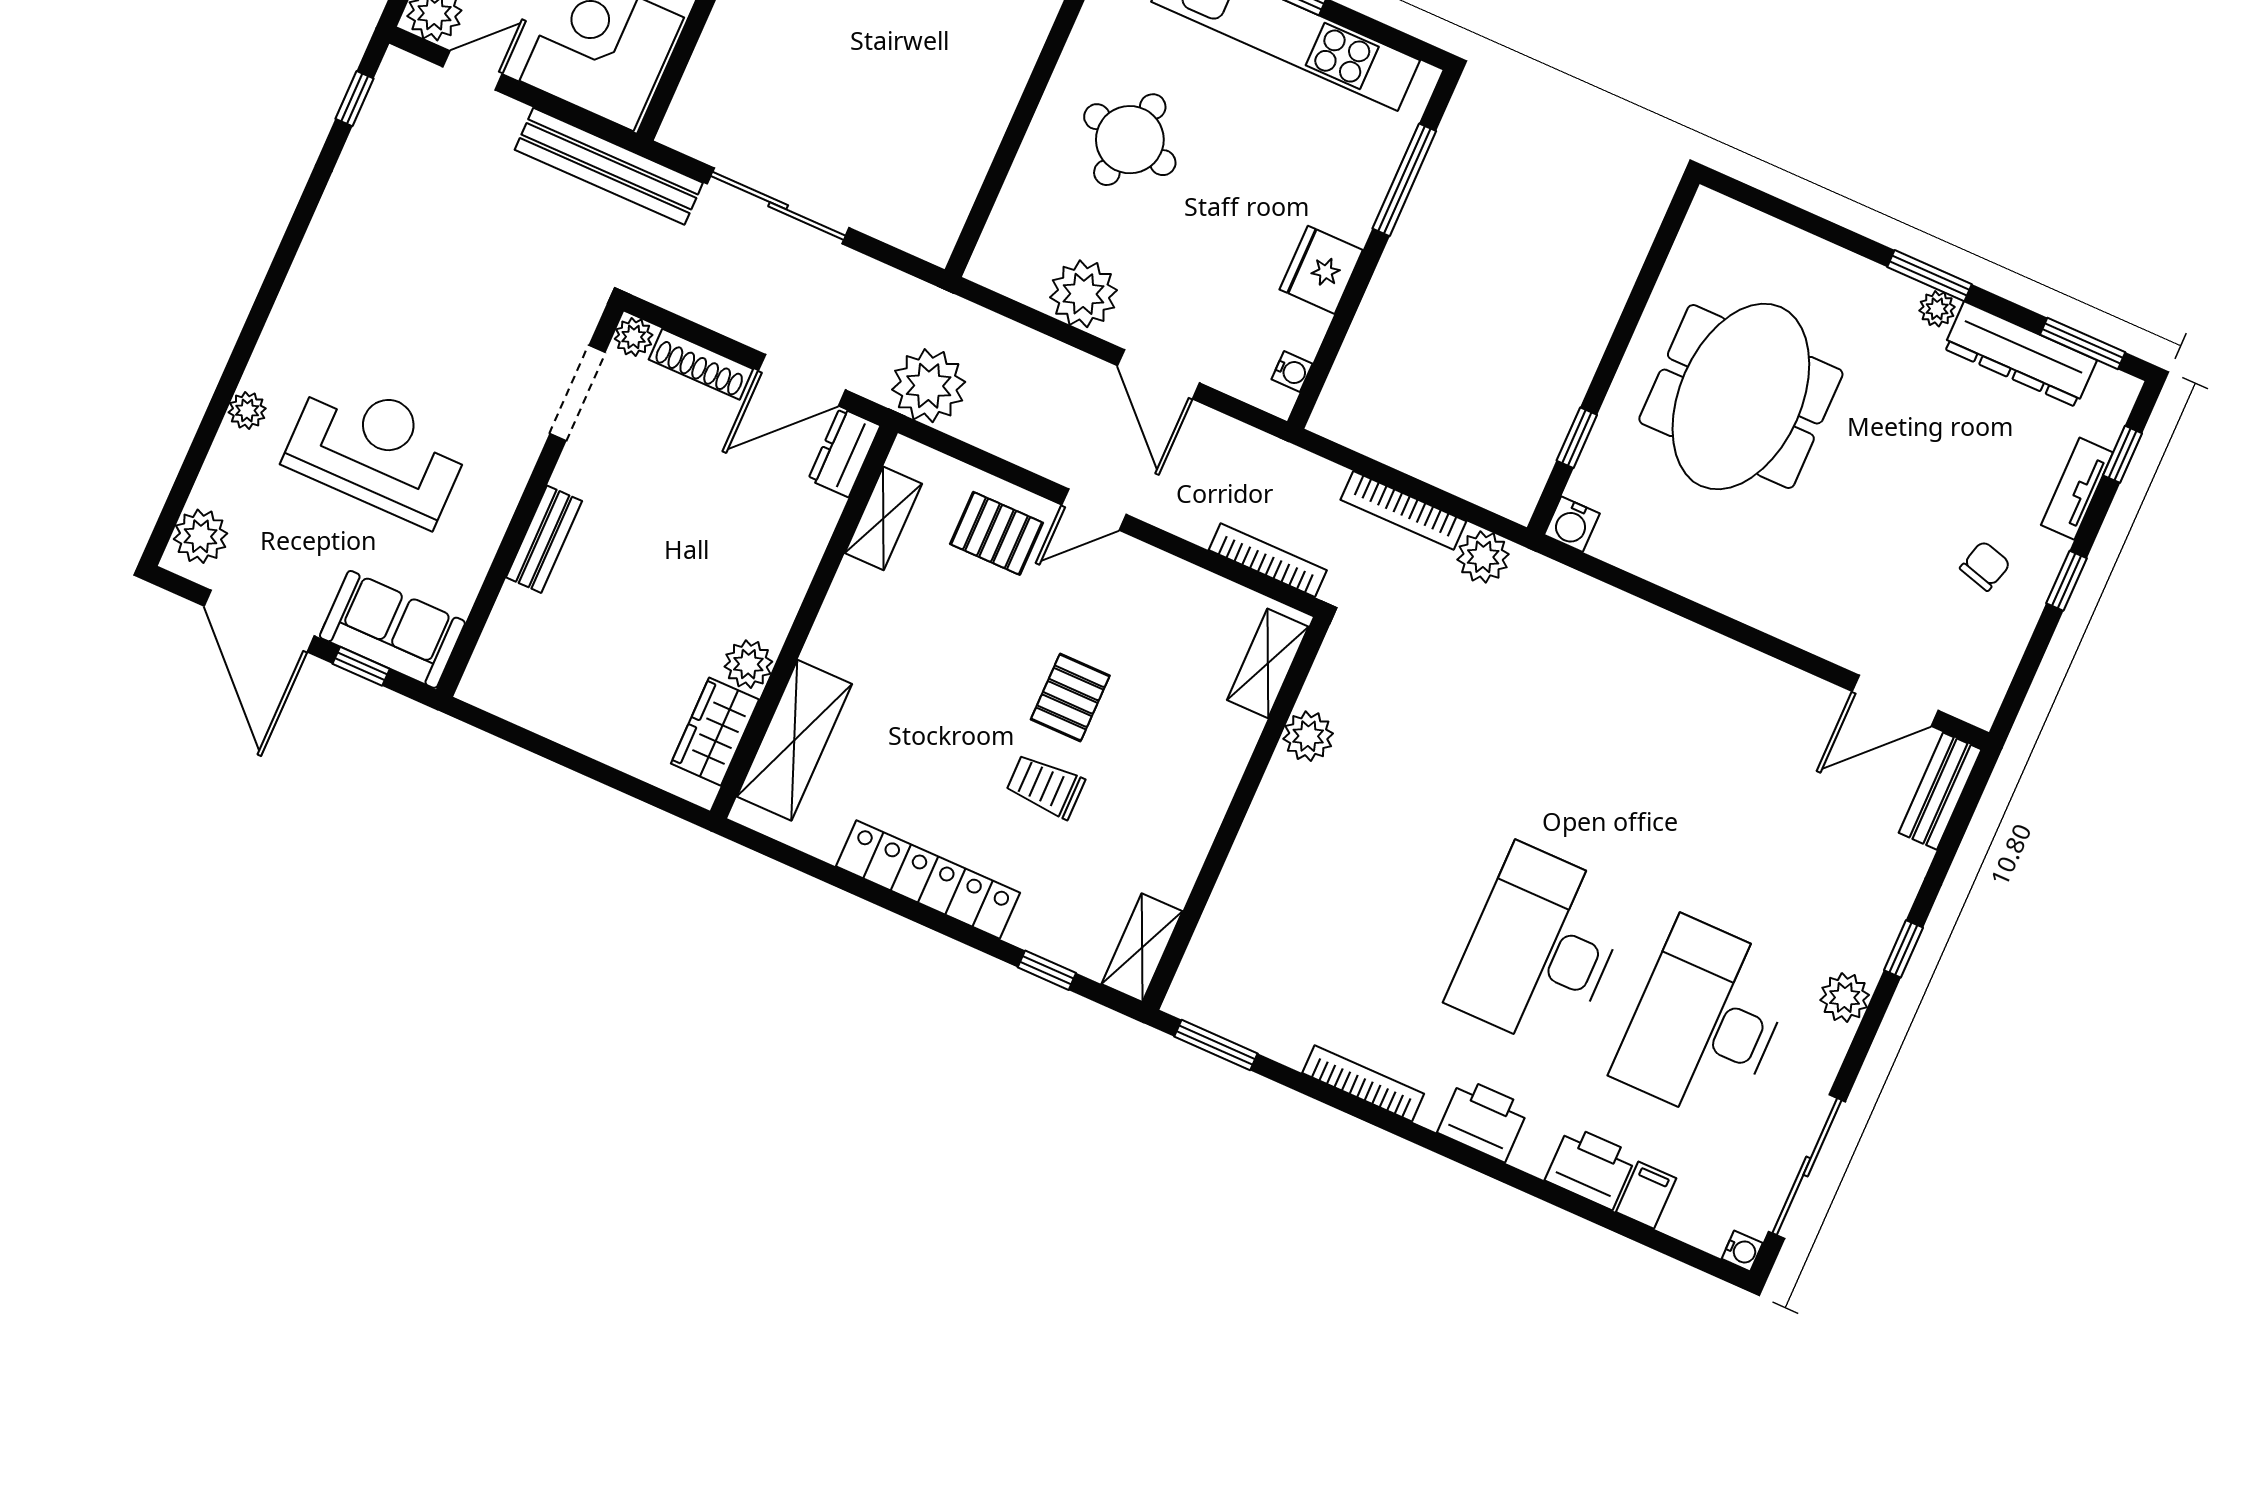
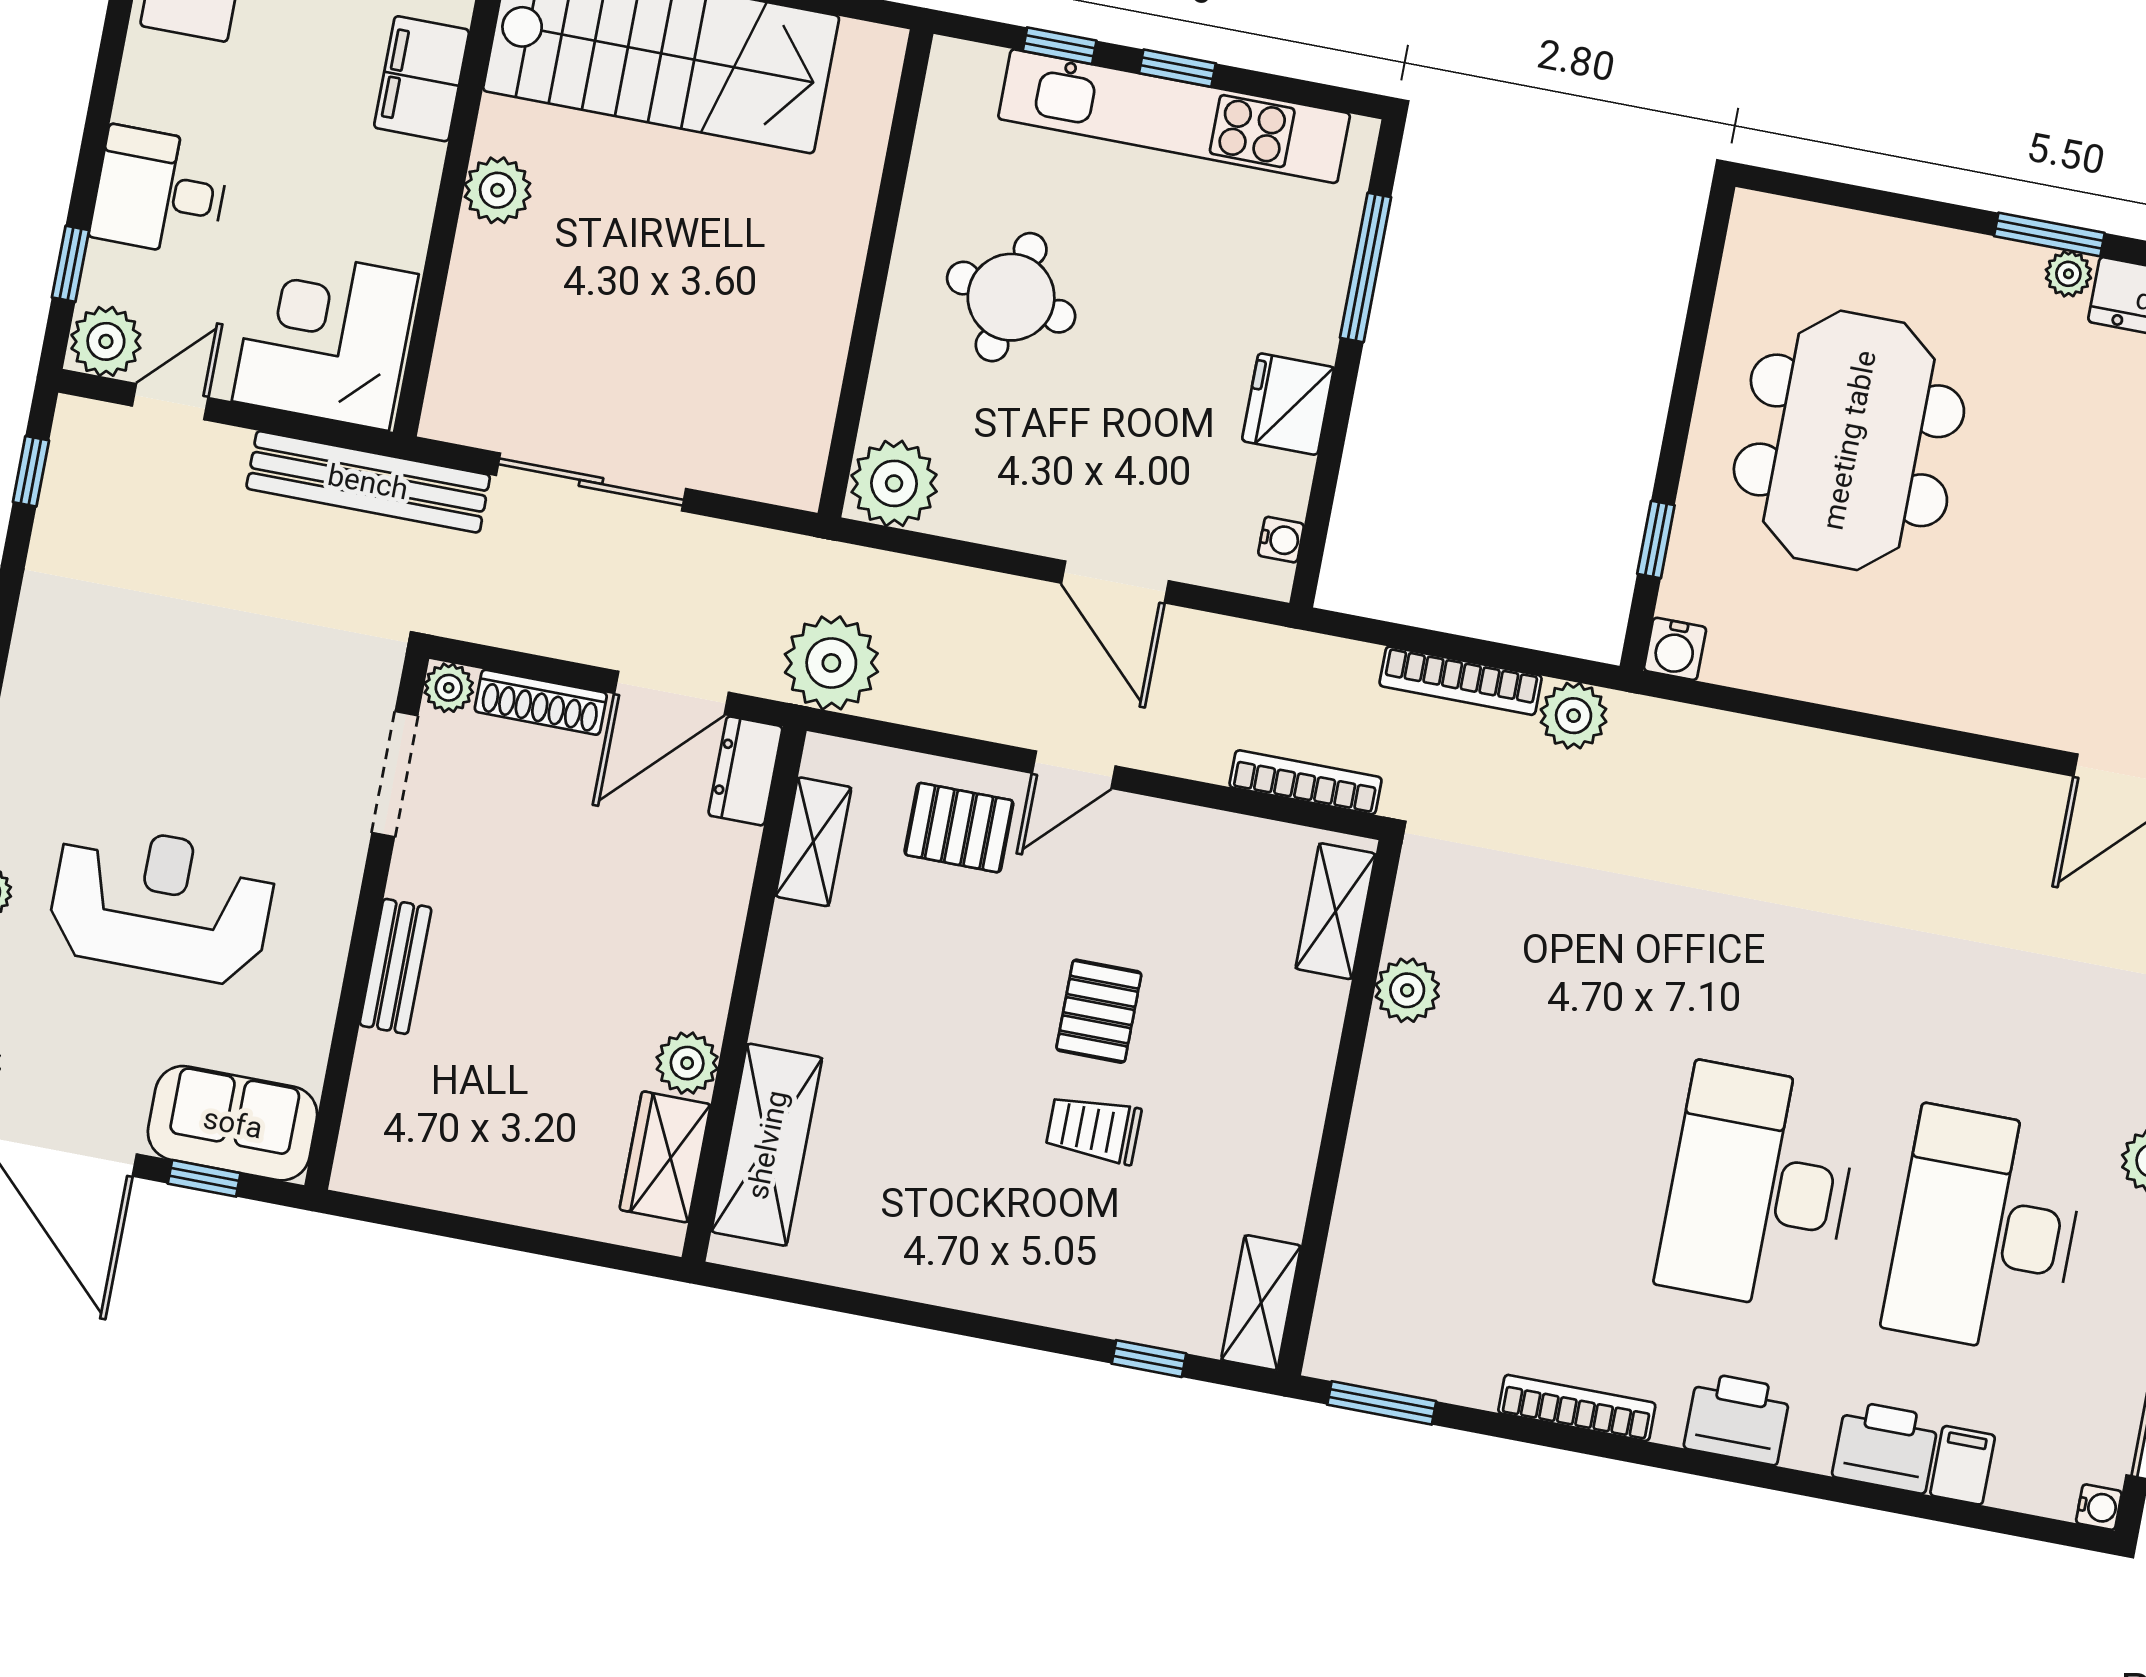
plant: (1083, 294) -> (894, 483), moved
locker: (928, 880) -> (974, 1280), removed

